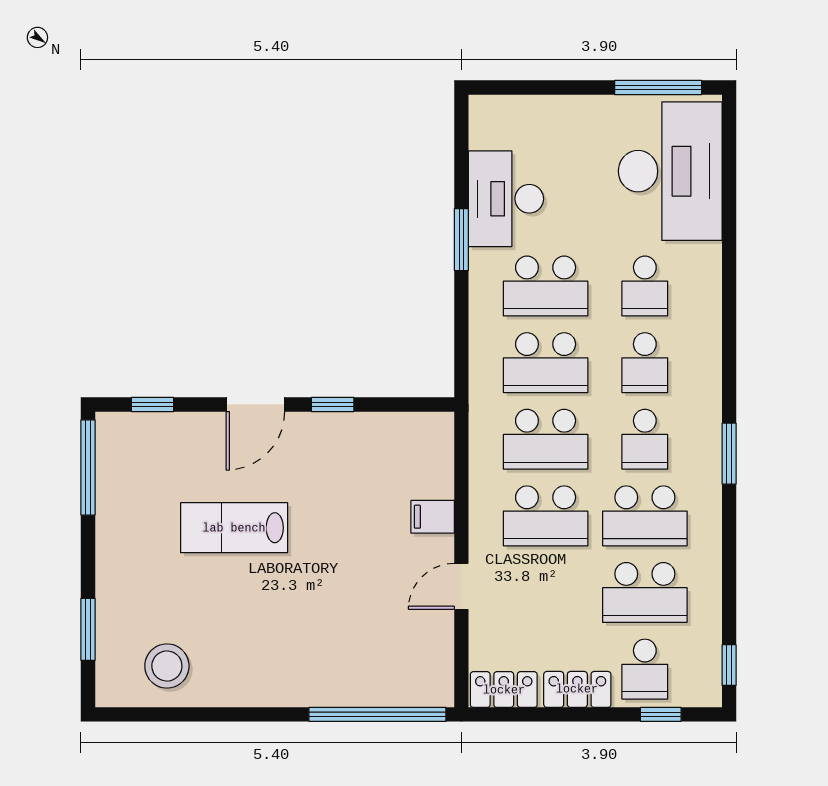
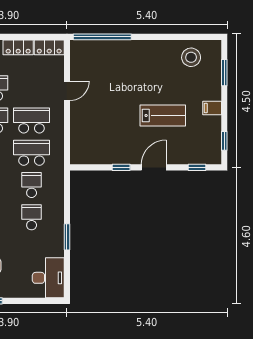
desk: (506, 199) -> (48, 278), moved
school desk: (546, 286) -> (32, 217), width x0.54
school desk: (546, 363) -> (32, 185), width x0.54
window: (88, 467) -> (224, 141), width x0.46
filing cabinet: (433, 517) -> (212, 108), moved, turned 180

